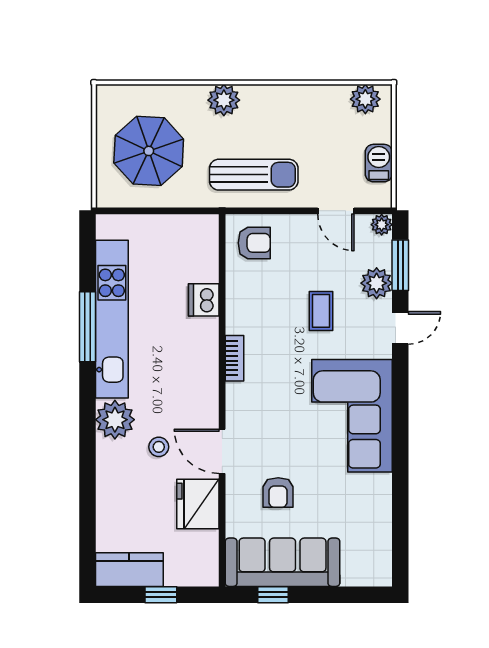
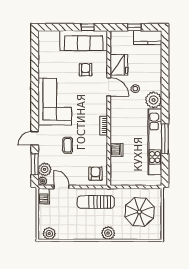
barbecue: (379, 163) -> (44, 196), moved
armchair: (254, 243) -> (95, 174), turned 90
plant: (377, 283) -> (45, 169), moved

